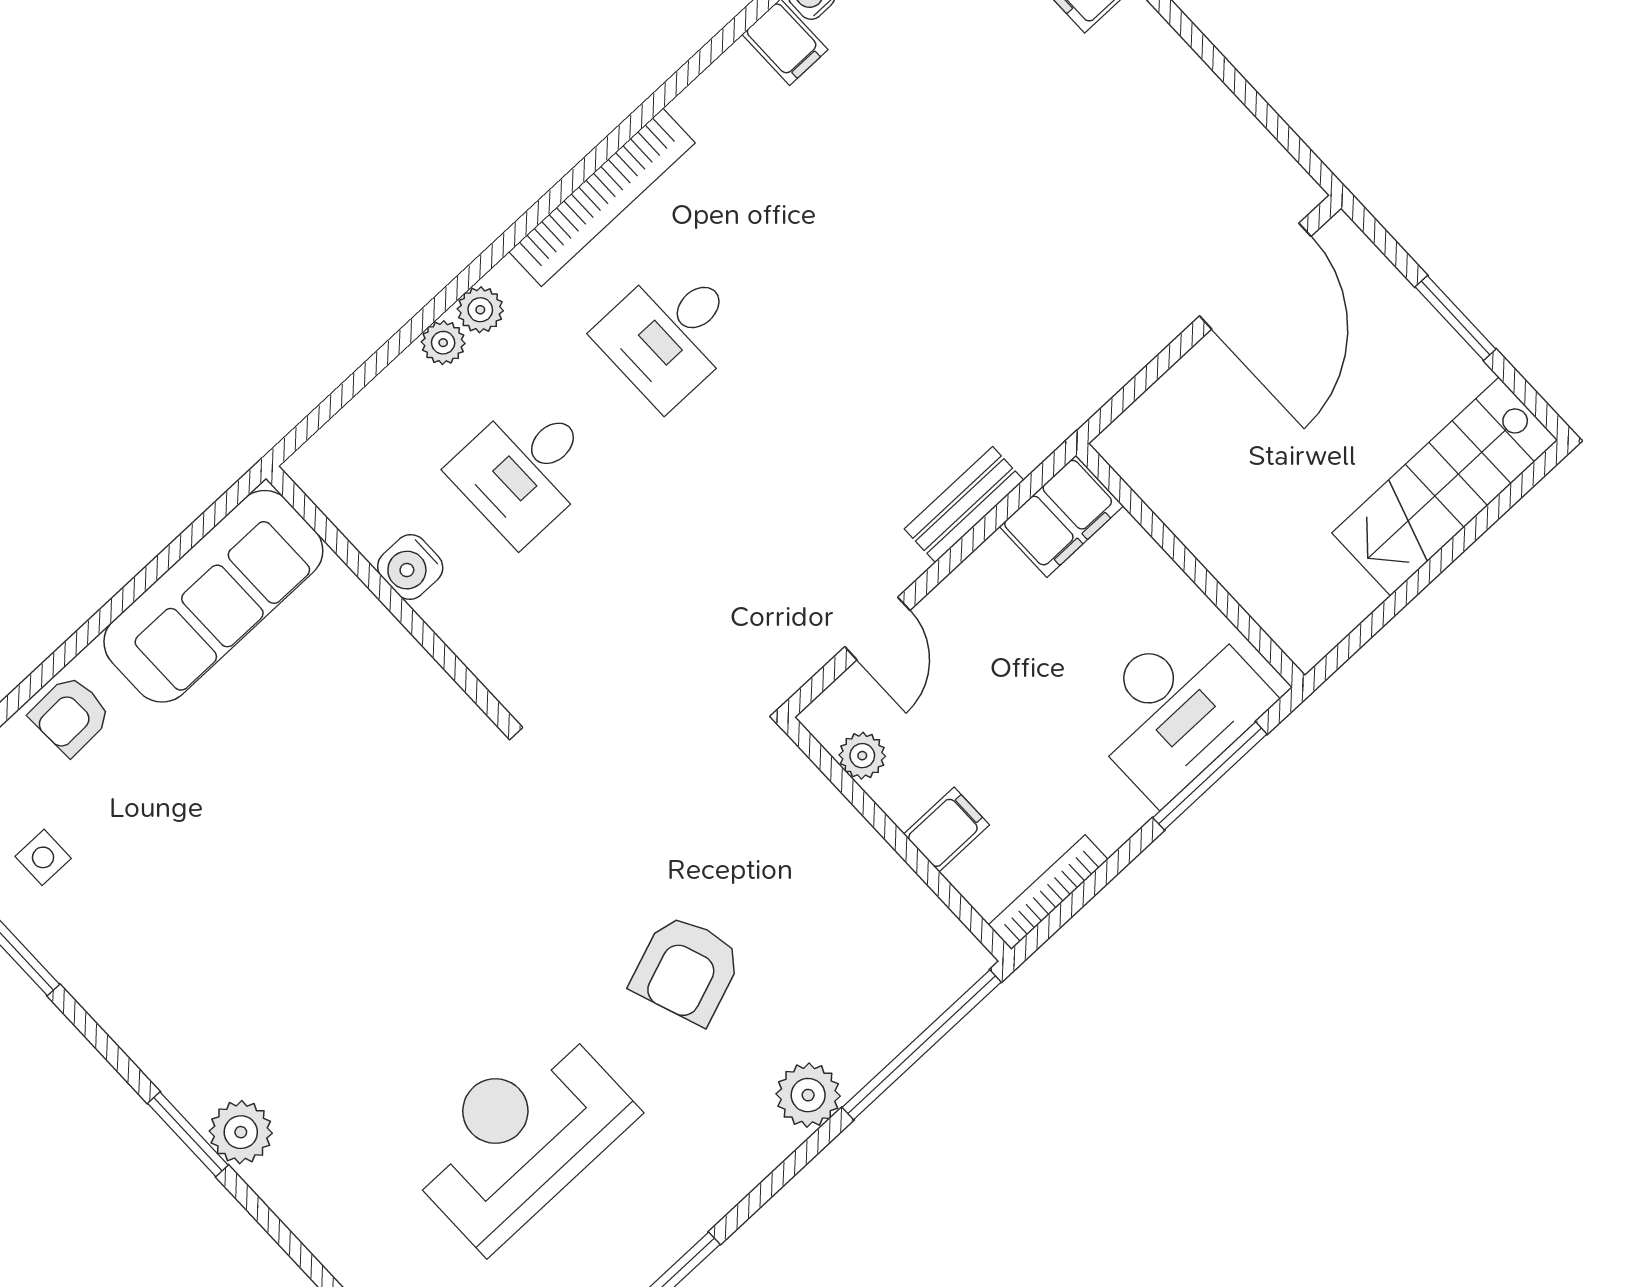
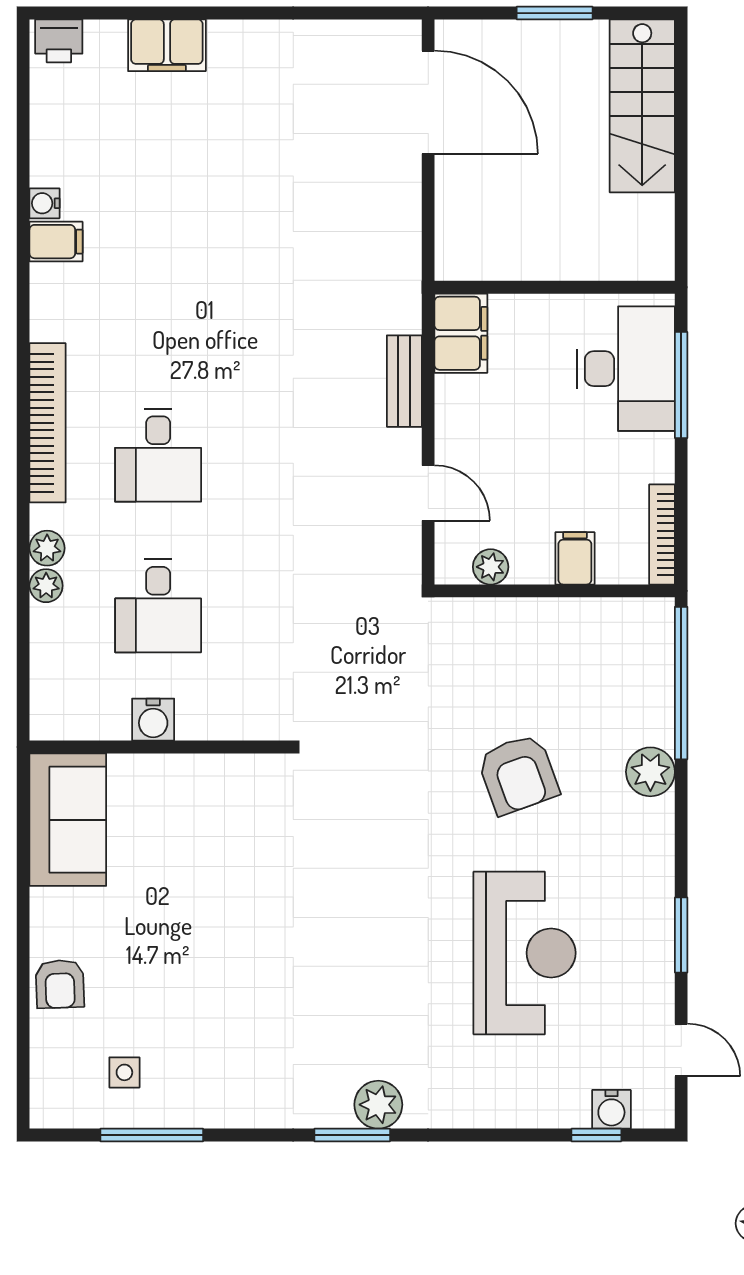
sofa: (213, 596) -> (68, 820), width x0.73
reception desk: (519, 1137) -> (525, 953), turned 180

